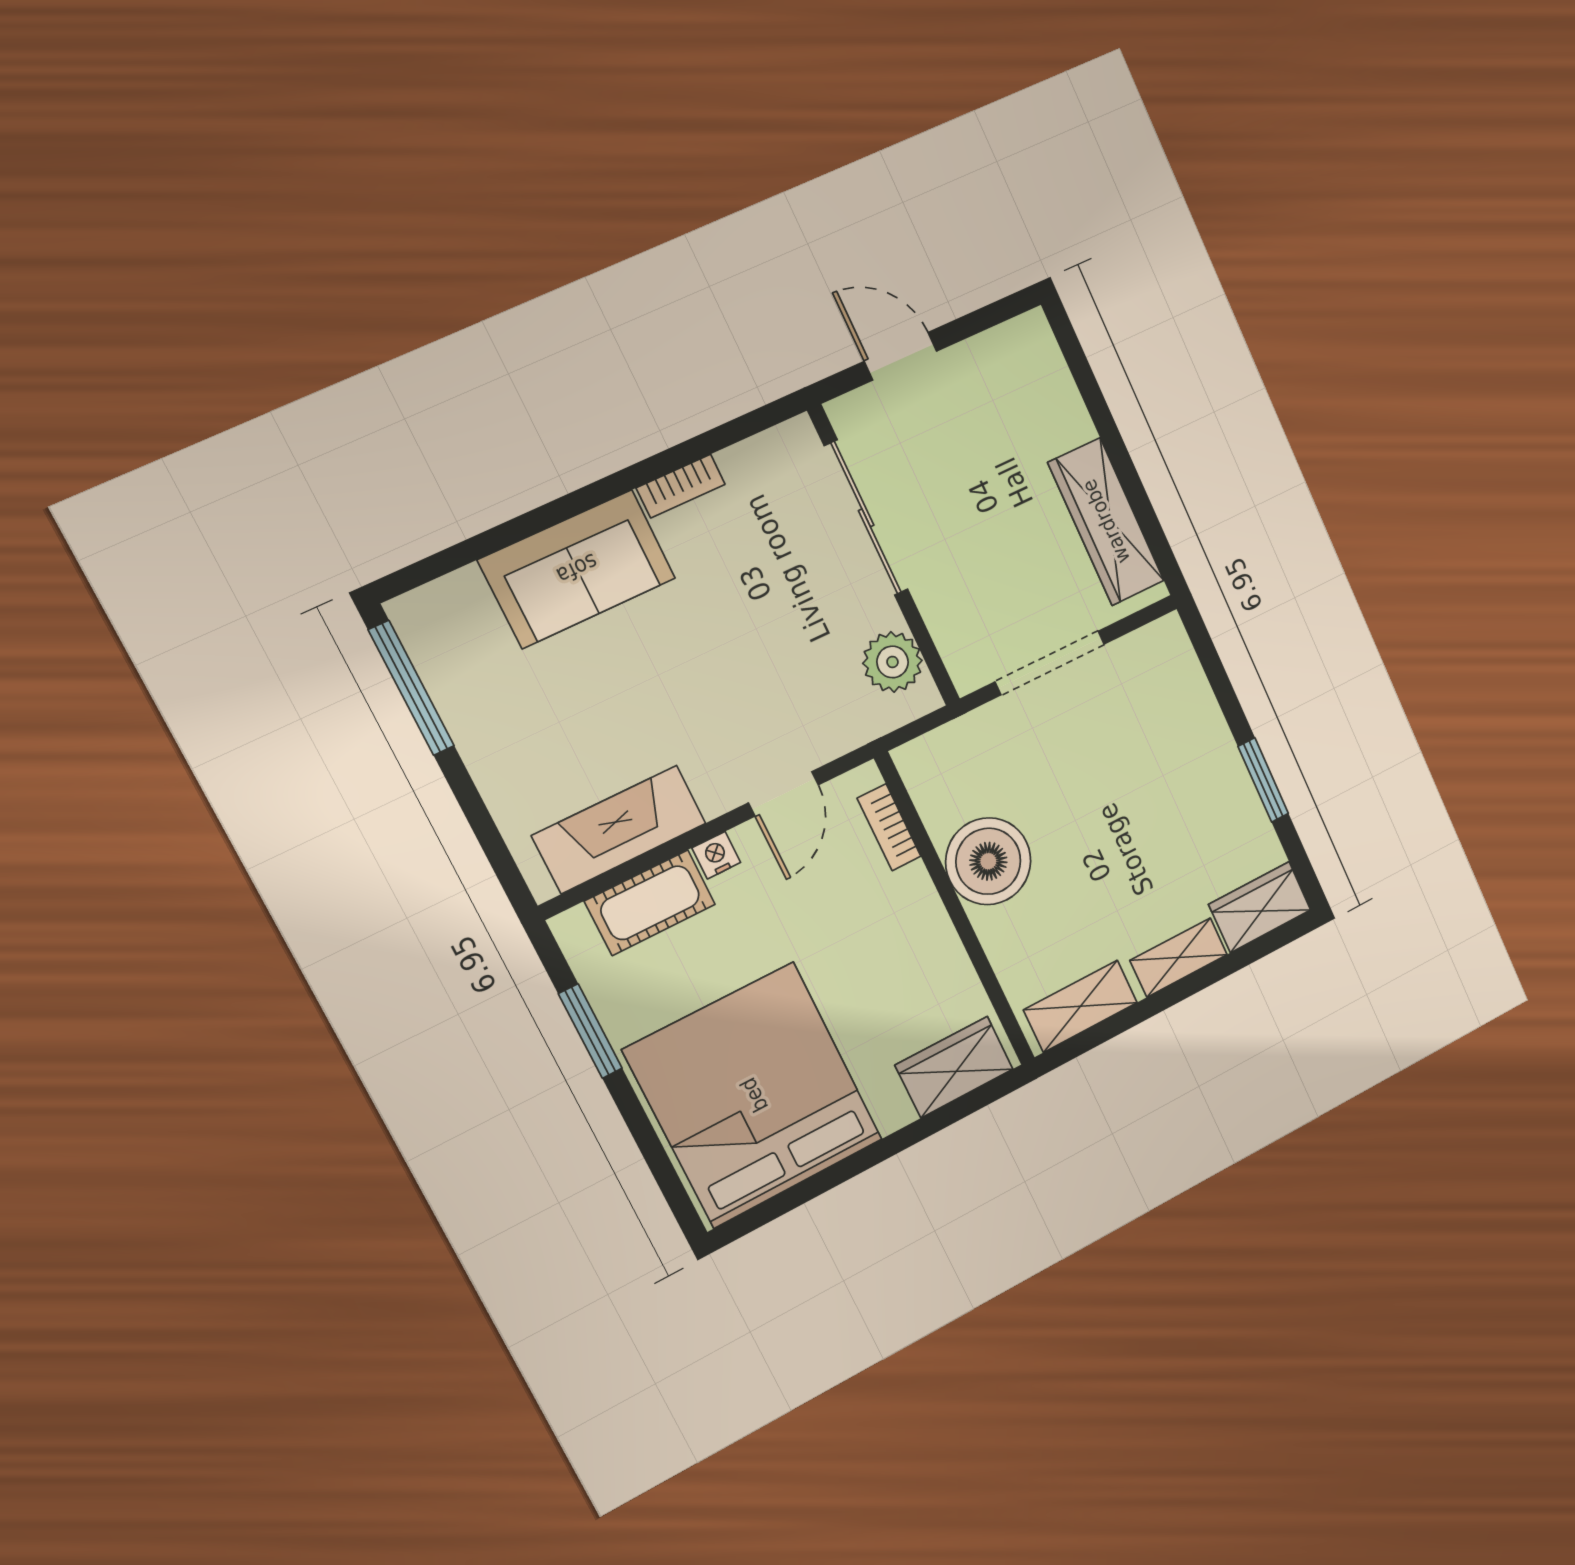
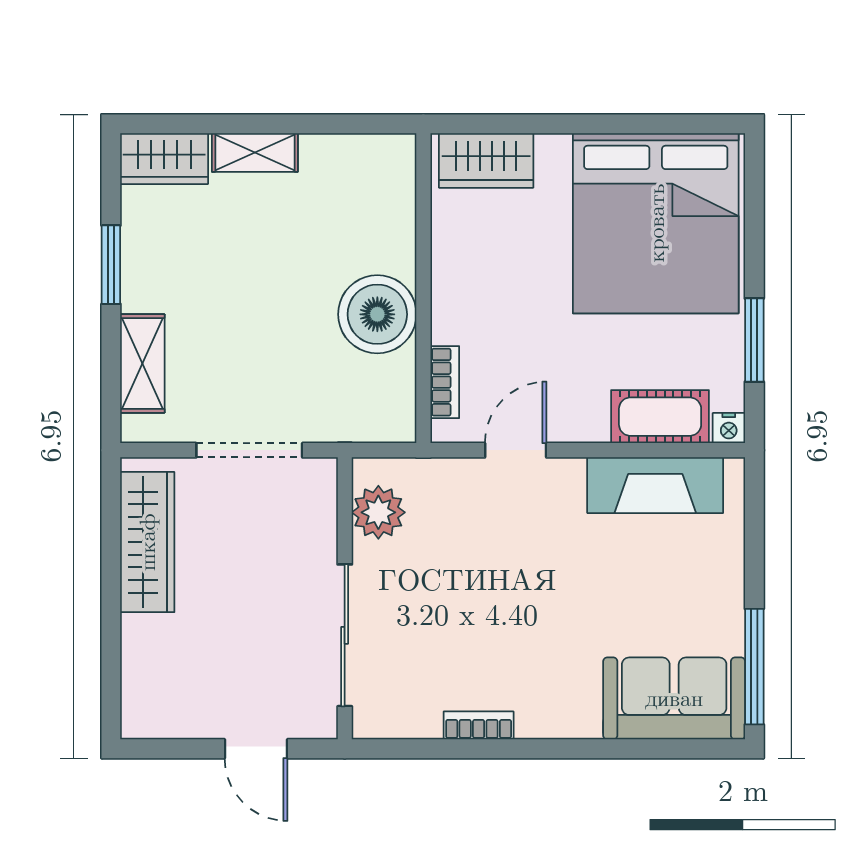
sofa: (577, 569) -> (674, 698), moved
nightstand: (716, 855) -> (729, 428), moved
shelving: (1080, 1006) -> (142, 363), moved, turned 90

